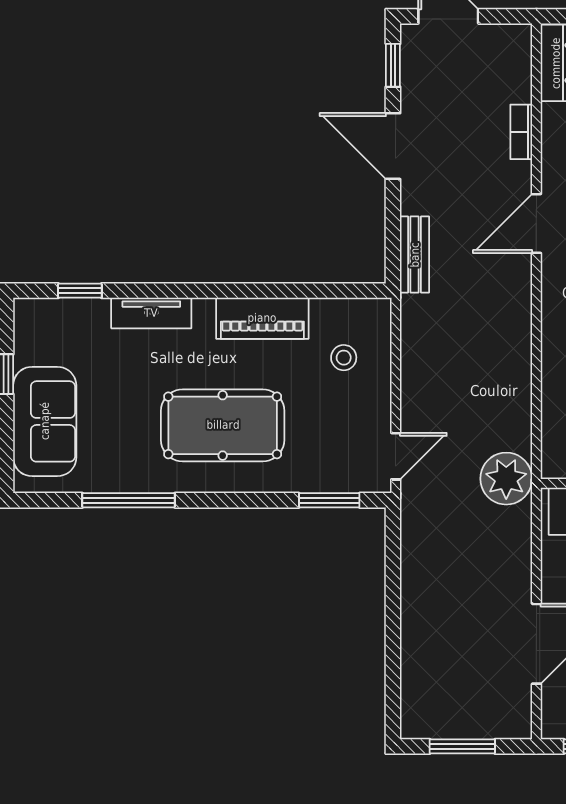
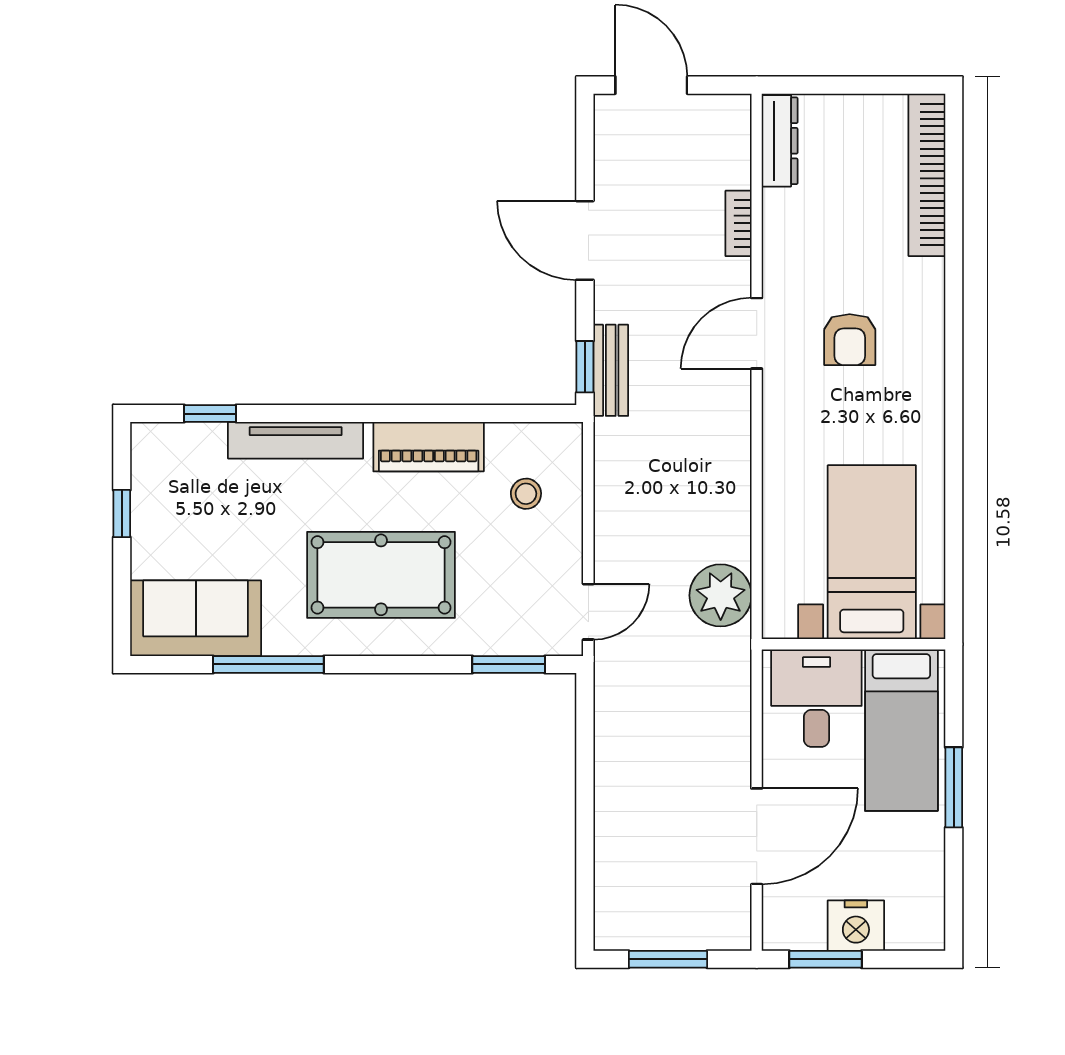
window: (393, 65) -> (585, 367), moved
tv unit: (151, 313) -> (296, 440), width x1.41
sofa: (45, 421) -> (196, 618), moved, turned -90
plant: (506, 479) -> (721, 595), moved

